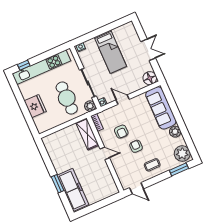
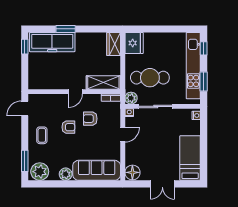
bed: (110, 52) -> (190, 158), moved, turned 90
window: (50, 53) -> (204, 81), added
fridge: (35, 106) -> (134, 43), moved, turned -90
wardrobe: (53, 139) -> (114, 44), added
window: (87, 210) -> (25, 47), added

